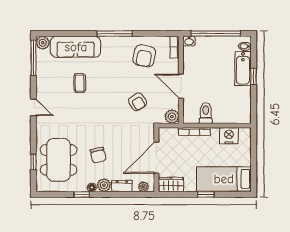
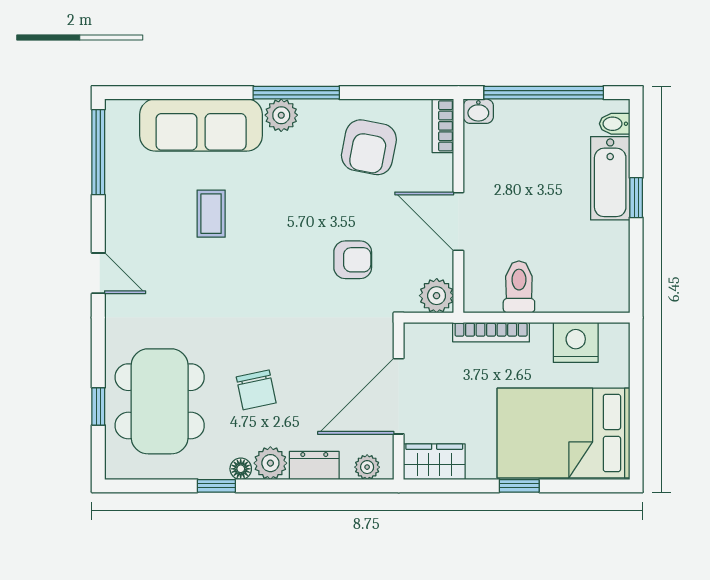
plant: (43, 43) -> (281, 115), moved
armchair: (138, 102) -> (353, 260), turned -58
bed: (224, 179) -> (563, 433), width x1.50

